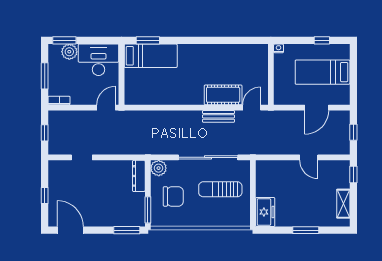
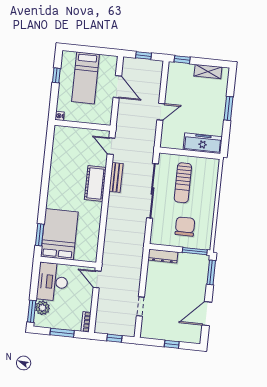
bed: (151, 56) -> (59, 234), width x1.50
cot: (223, 95) -> (95, 183), moved
door: (309, 157) -> (161, 112), moved
plant: (159, 168) -> (158, 237), removed
freezer: (265, 212) -> (203, 143), width x1.40
door: (70, 230) -> (207, 314), moved

